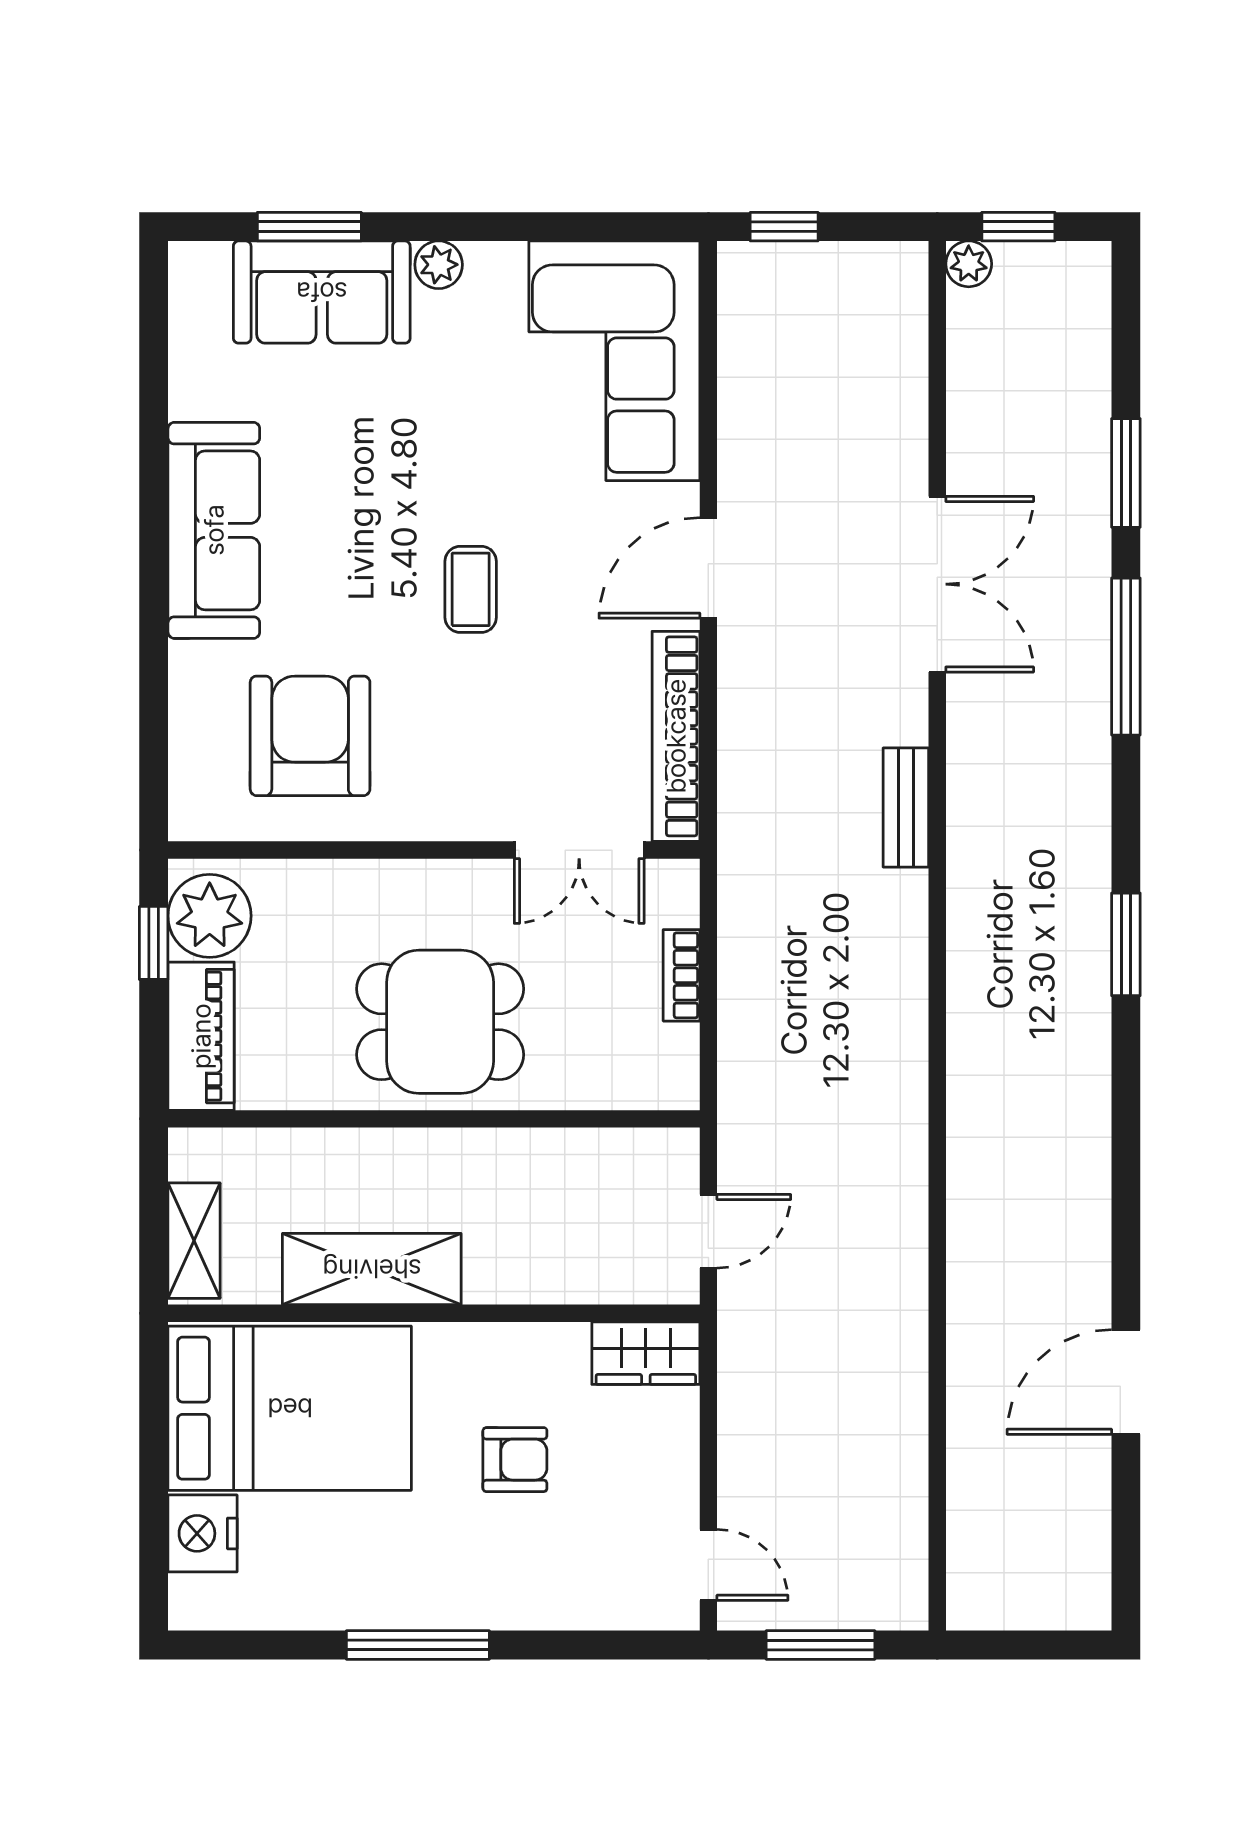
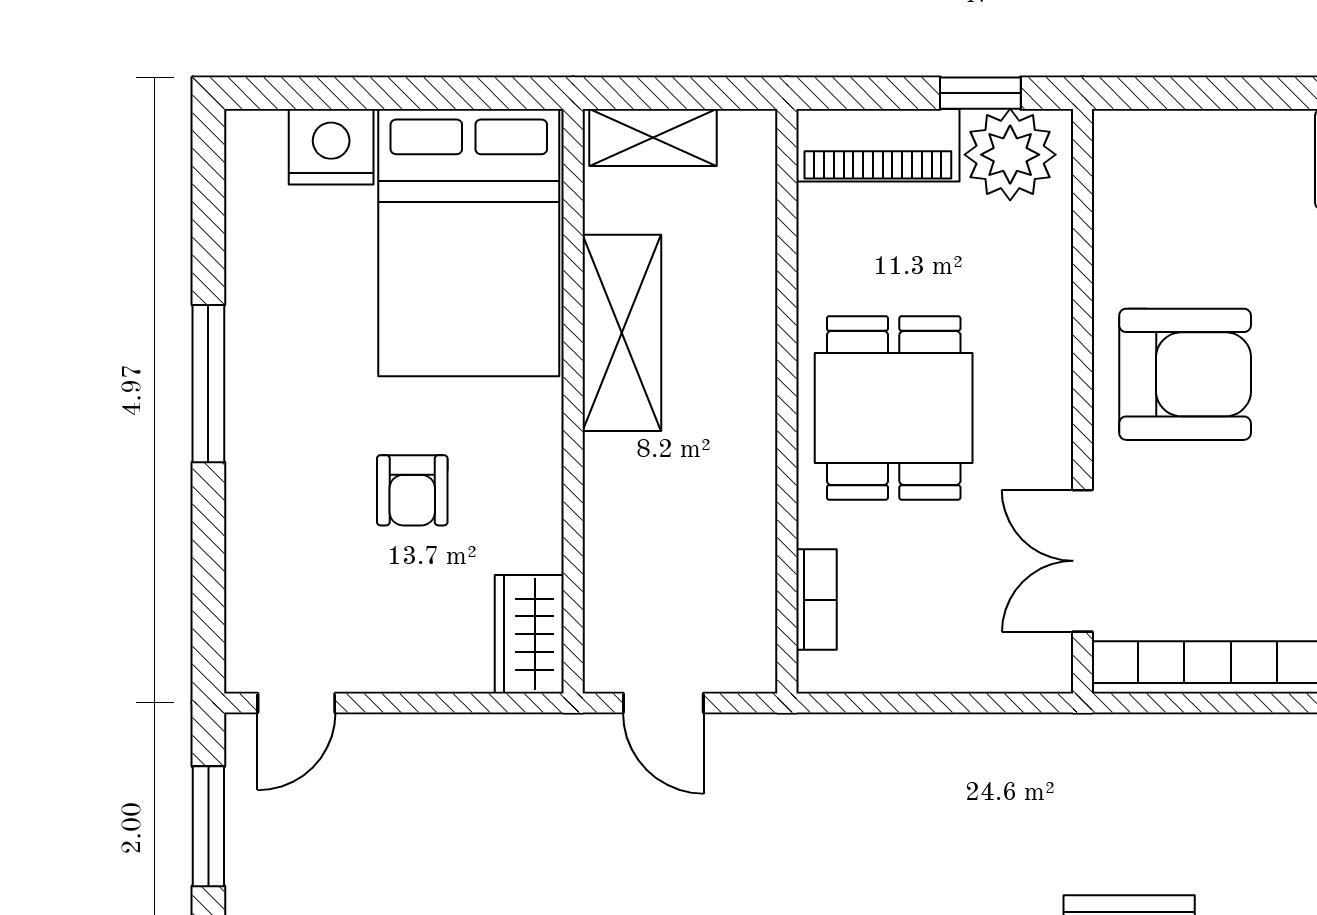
armchair: (310, 736) -> (1185, 374), moved
bookcase: (682, 975) -> (816, 600), moved, turned 90

